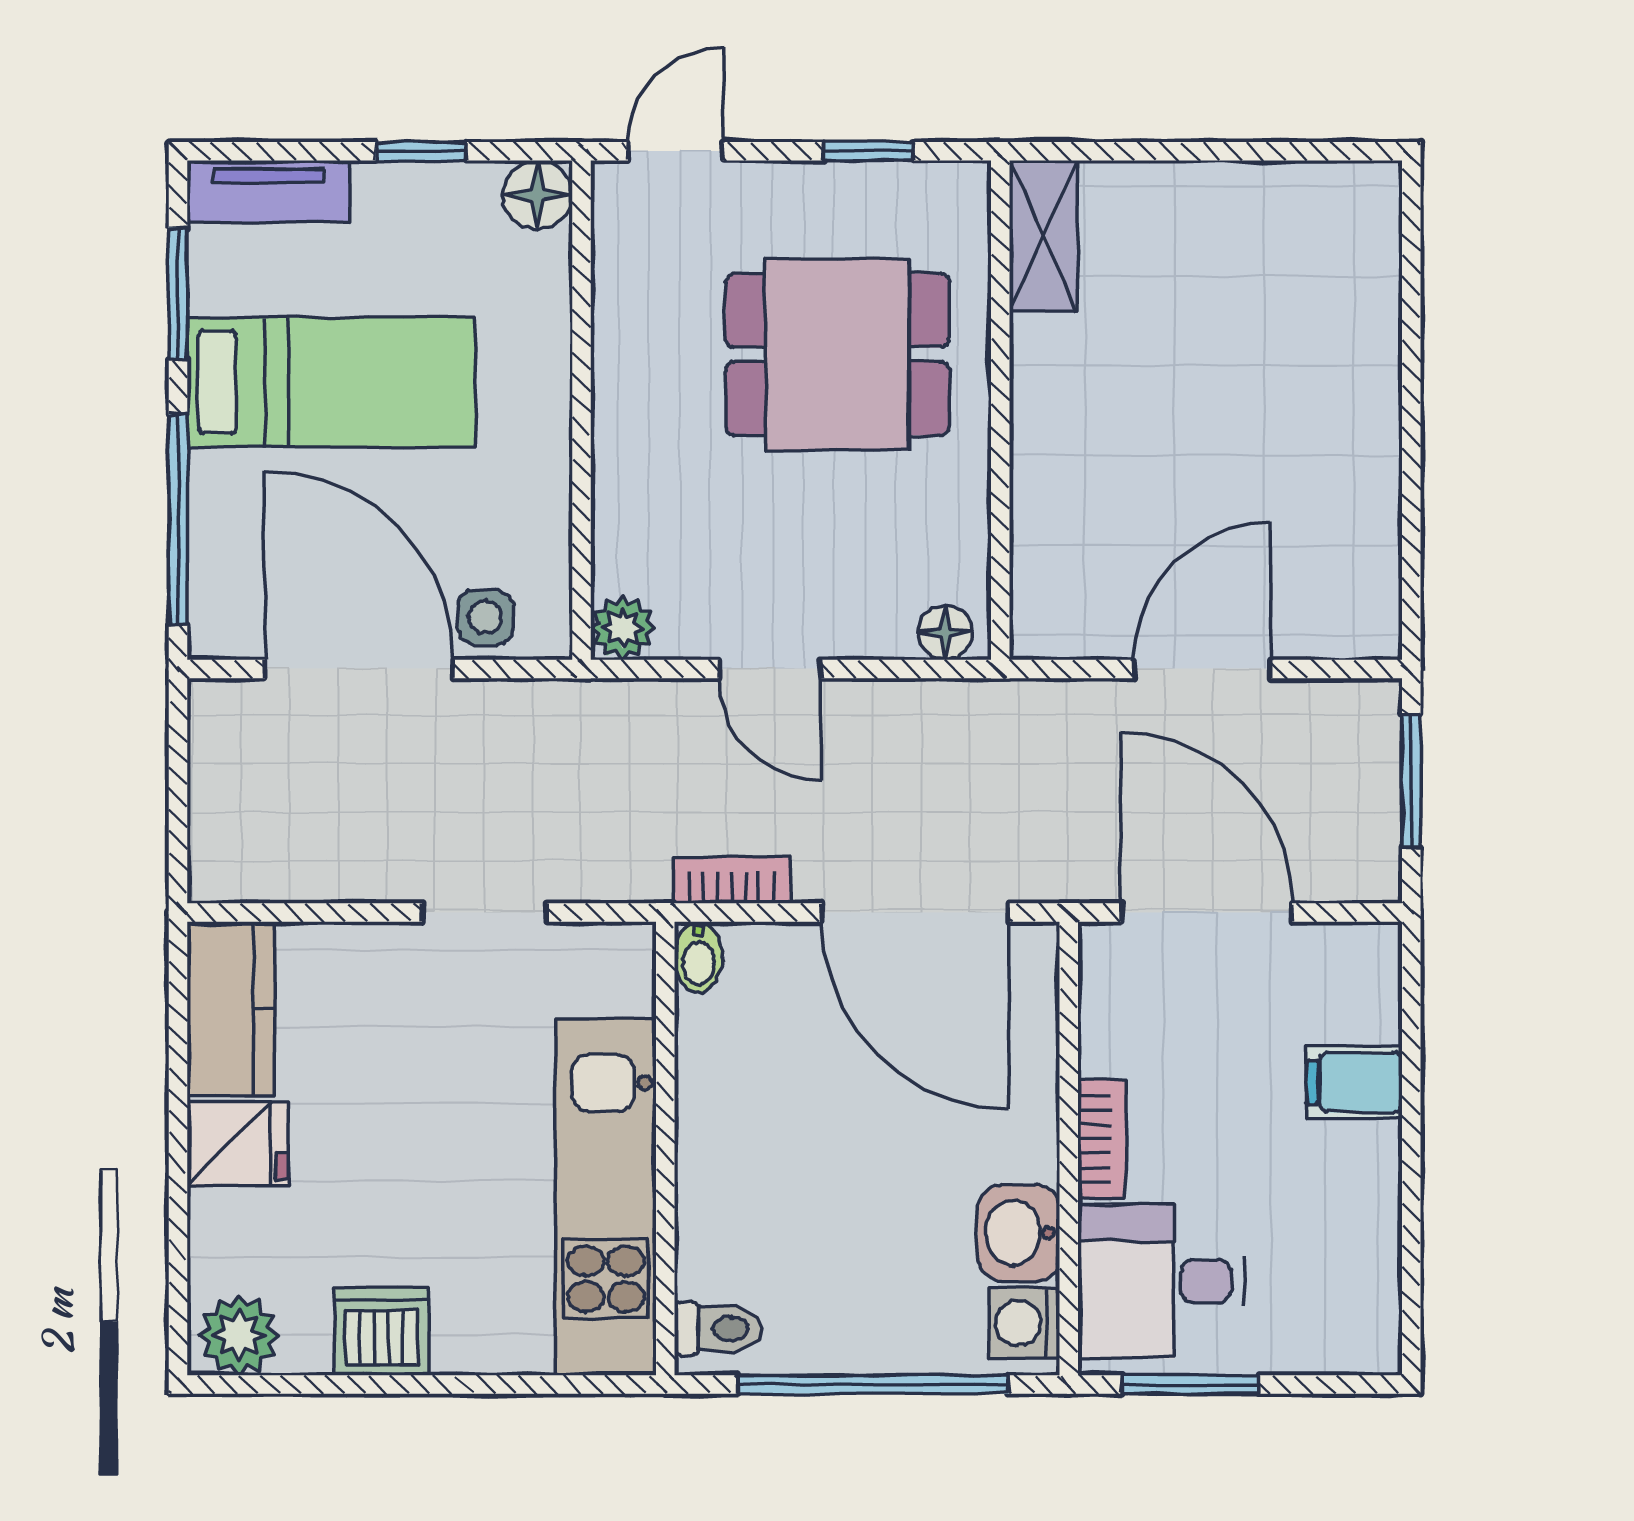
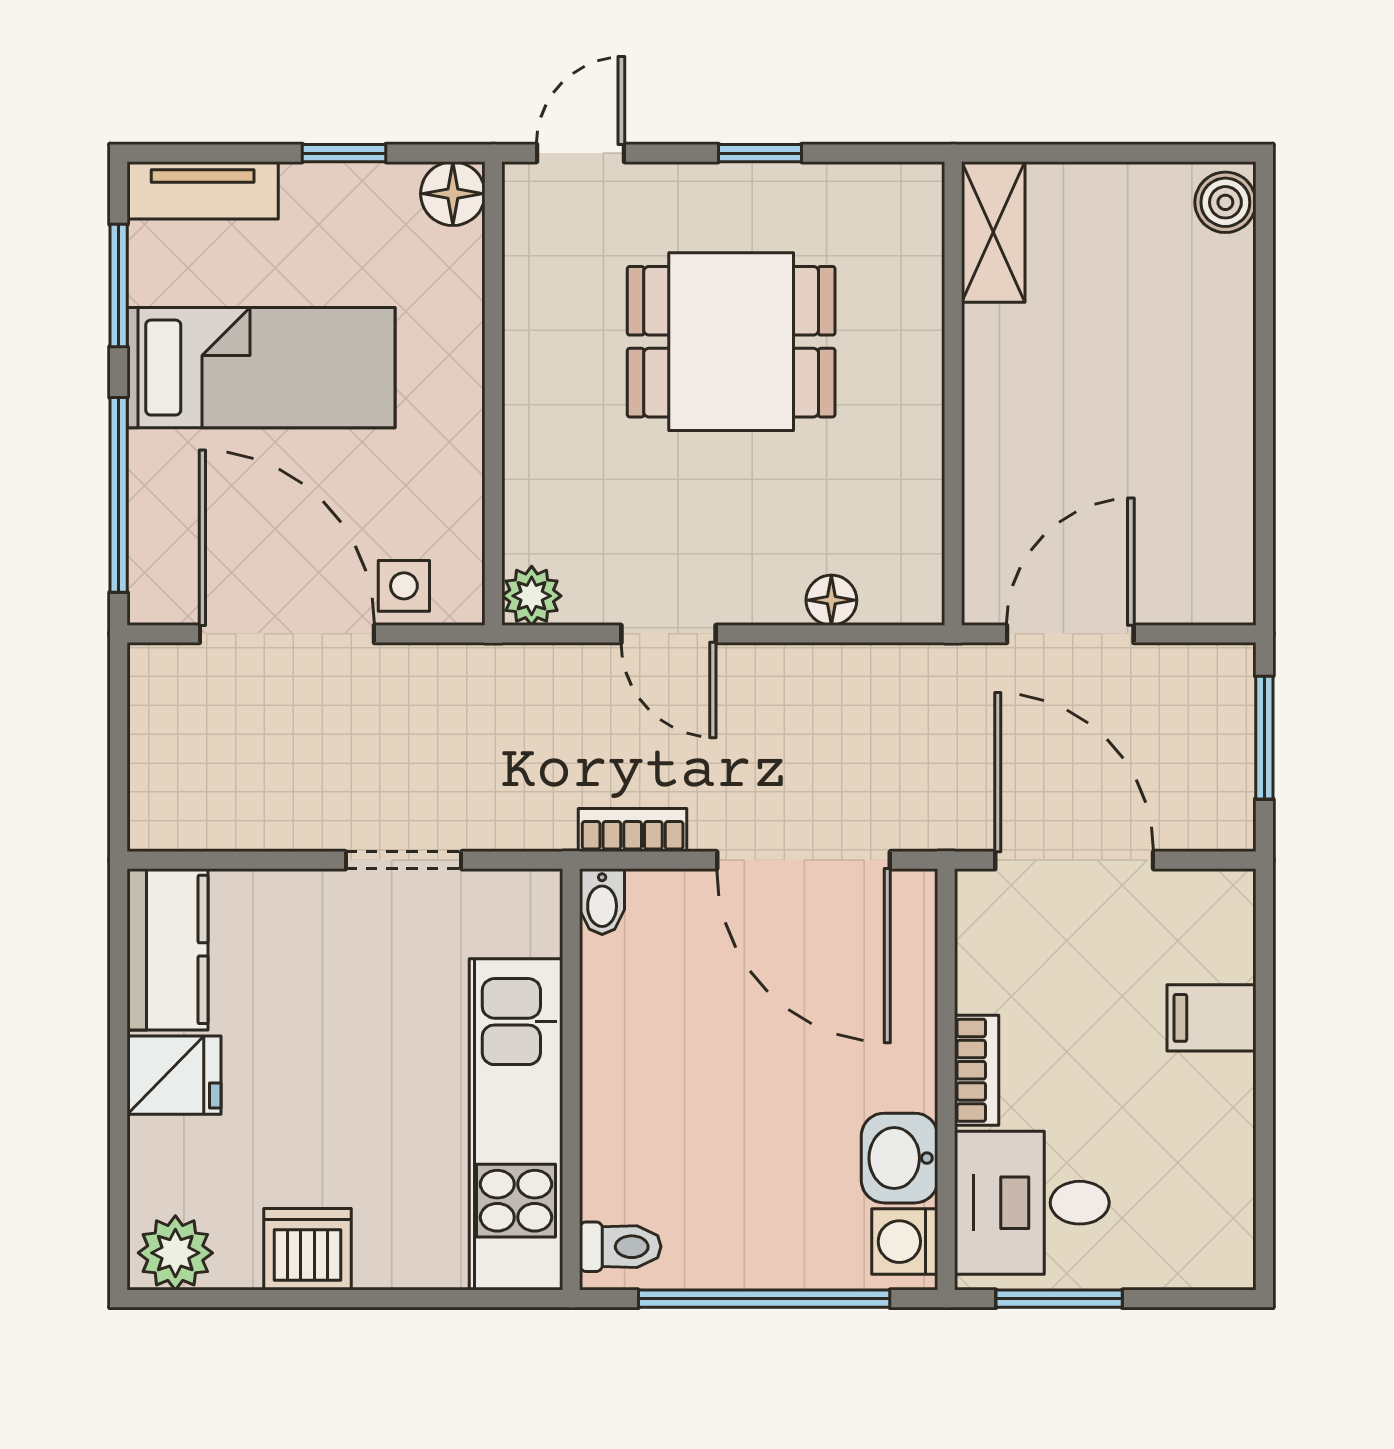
boiler: (1369, 204) -> (1225, 202), added
shelving: (1043, 236) -> (993, 232), moved
wall: (1000, 410) -> (953, 393), moved

